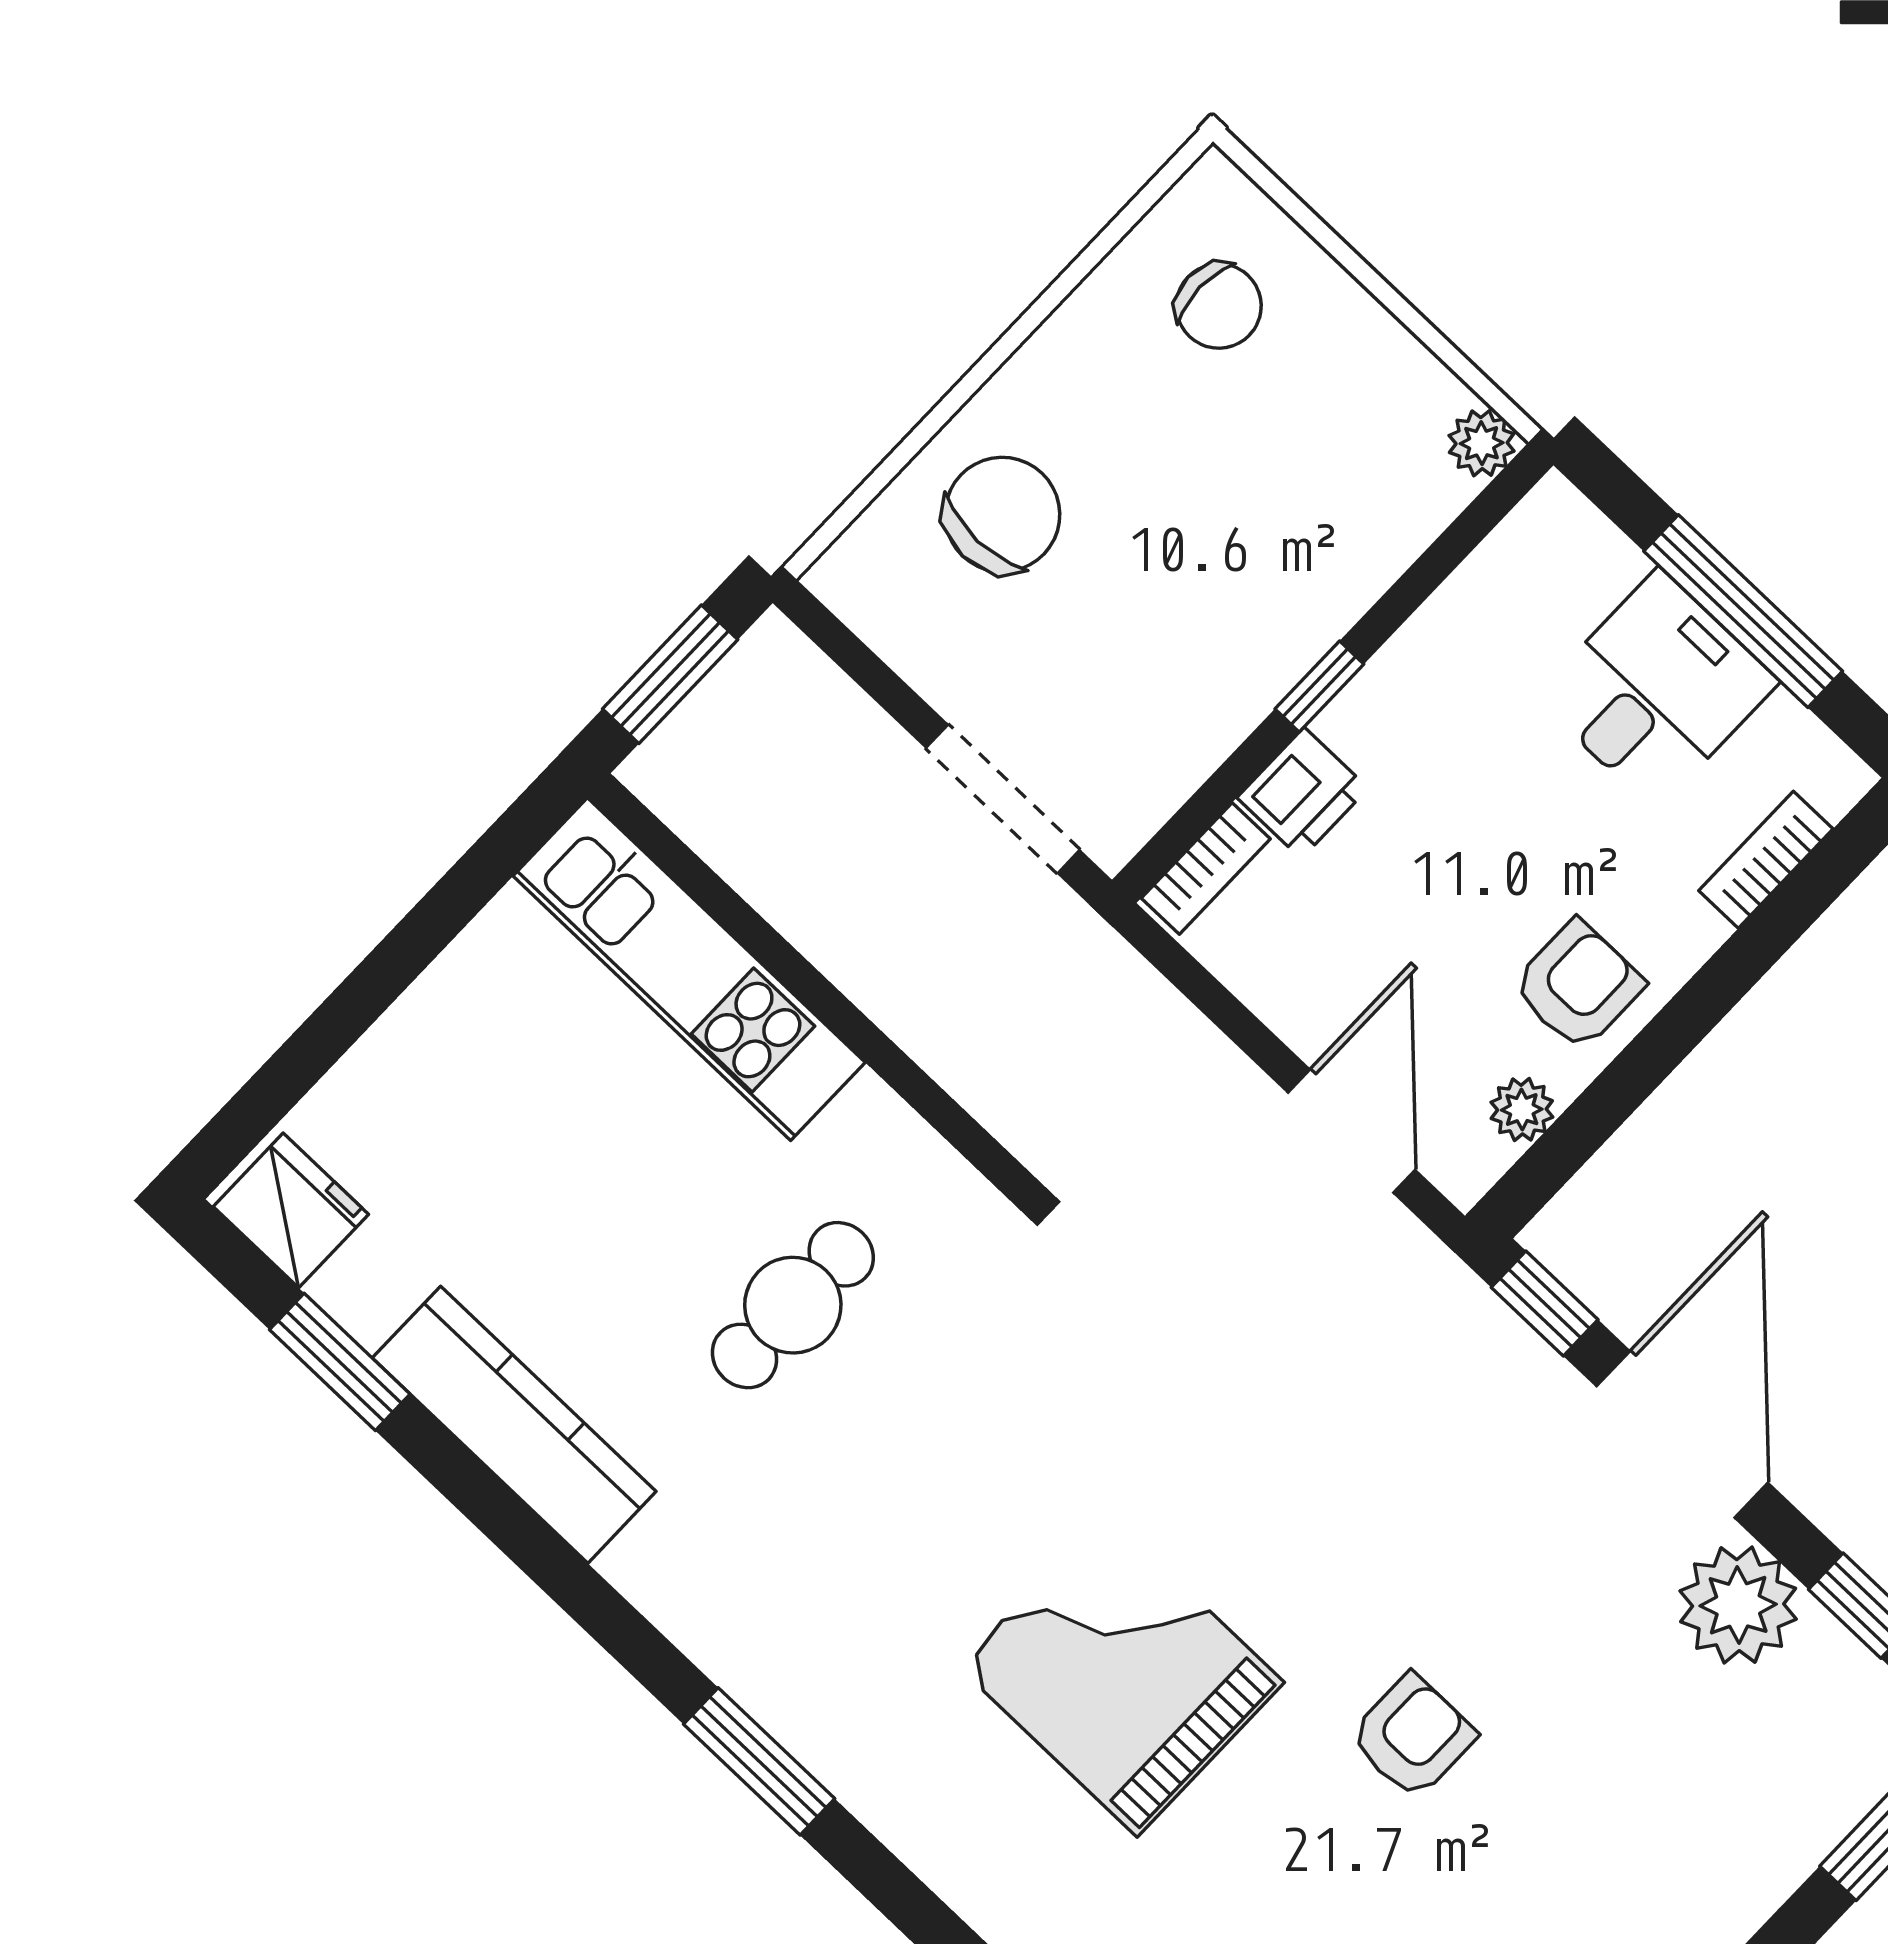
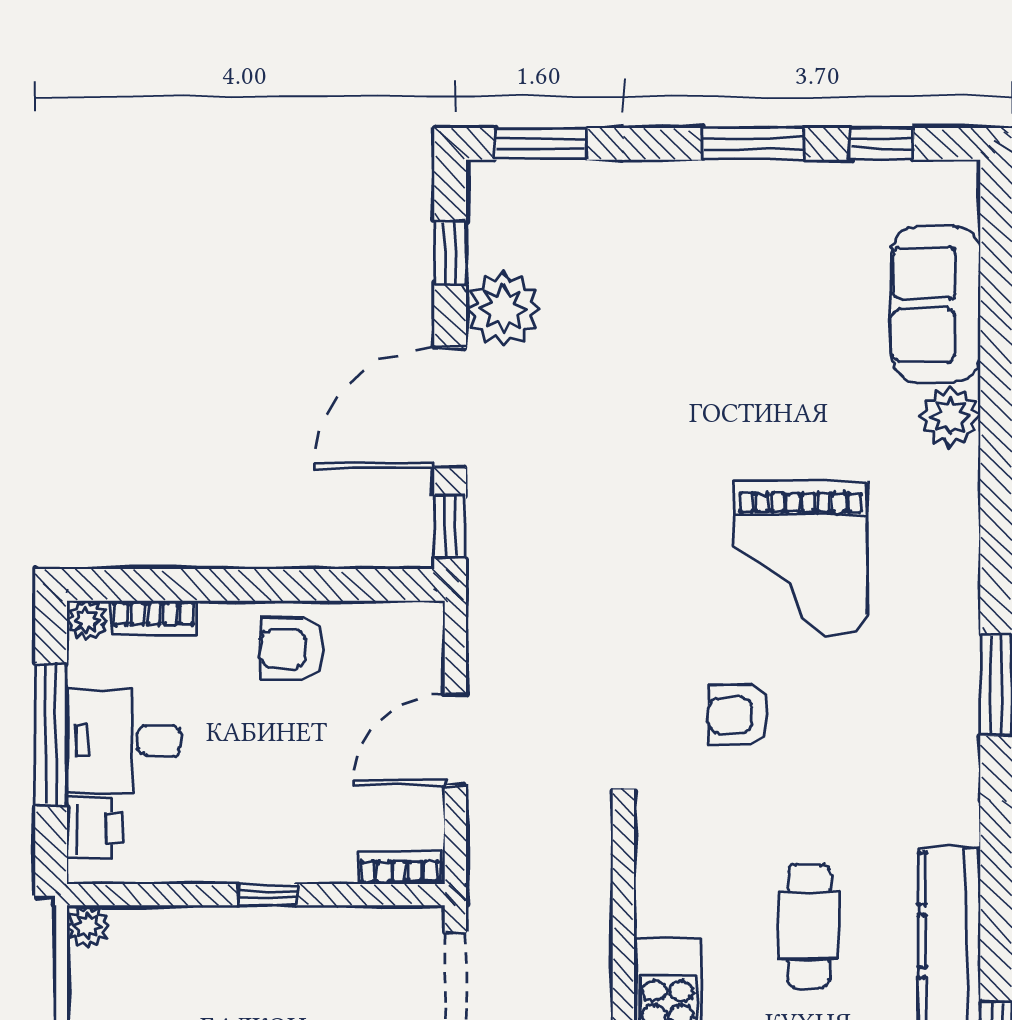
printer: (1303, 793) -> (95, 828), moved, turned 90
plant: (1522, 1110) -> (87, 621), moved
door: (1352, 1131) -> (455, 739), moved
cafe table: (793, 1305) -> (809, 926), moved, turned 90
armchair: (1412, 1736) -> (739, 715), moved

